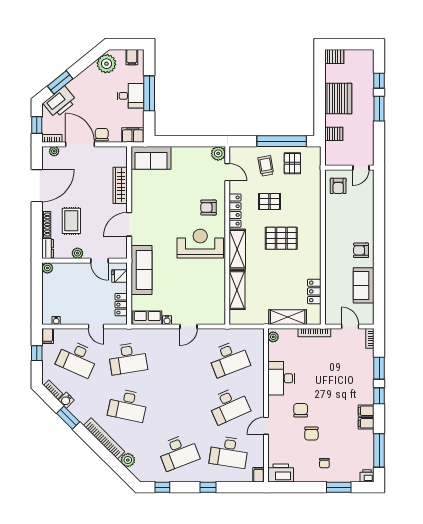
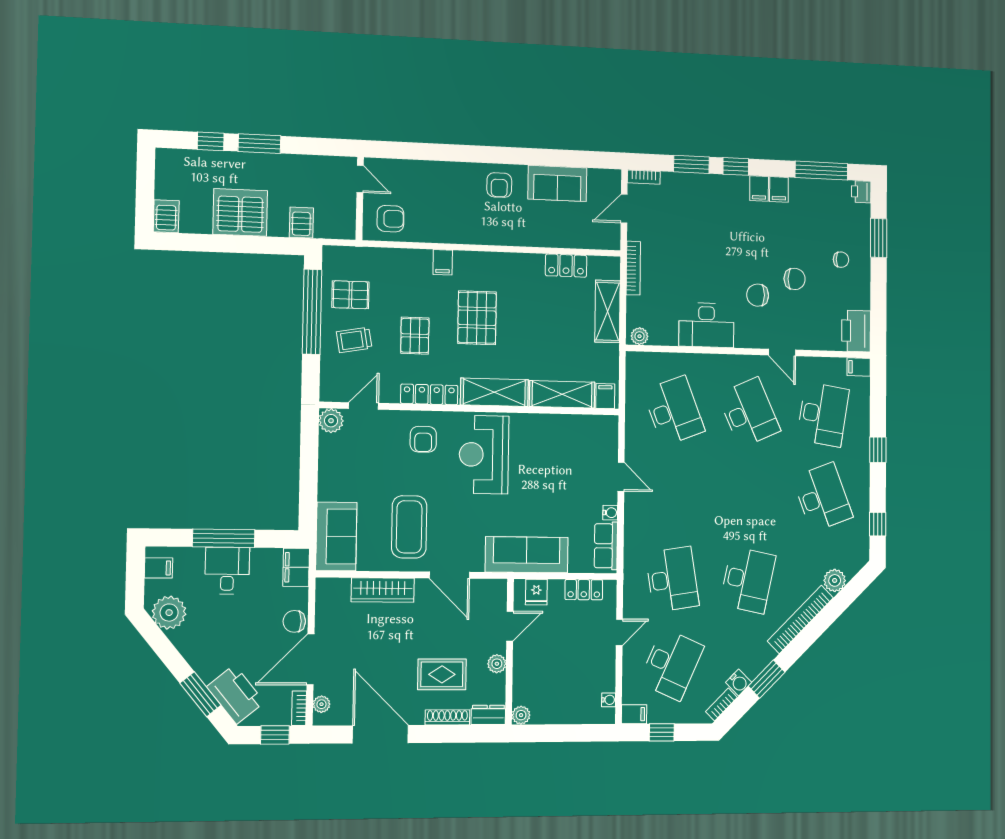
coffee table: (157, 200) -> (409, 527), added
filing cabinet: (313, 217) -> (443, 262), added
filing cabinet: (237, 316) -> (605, 396), added

